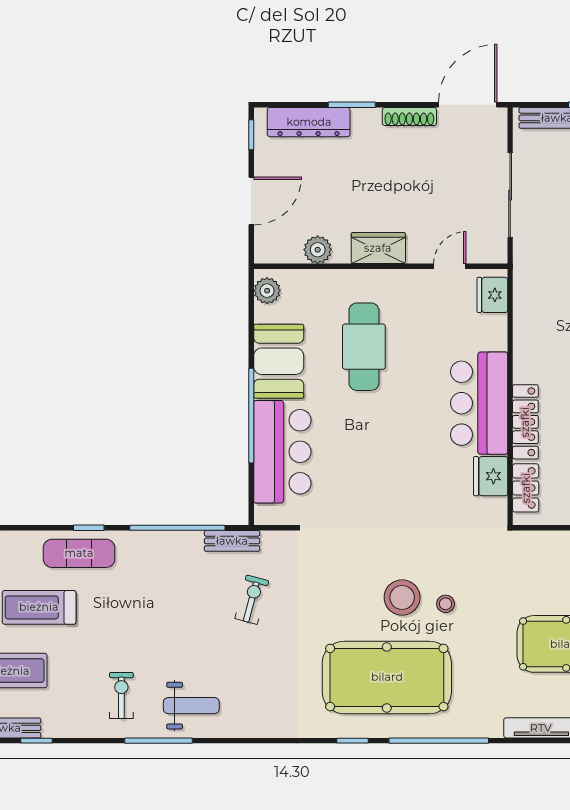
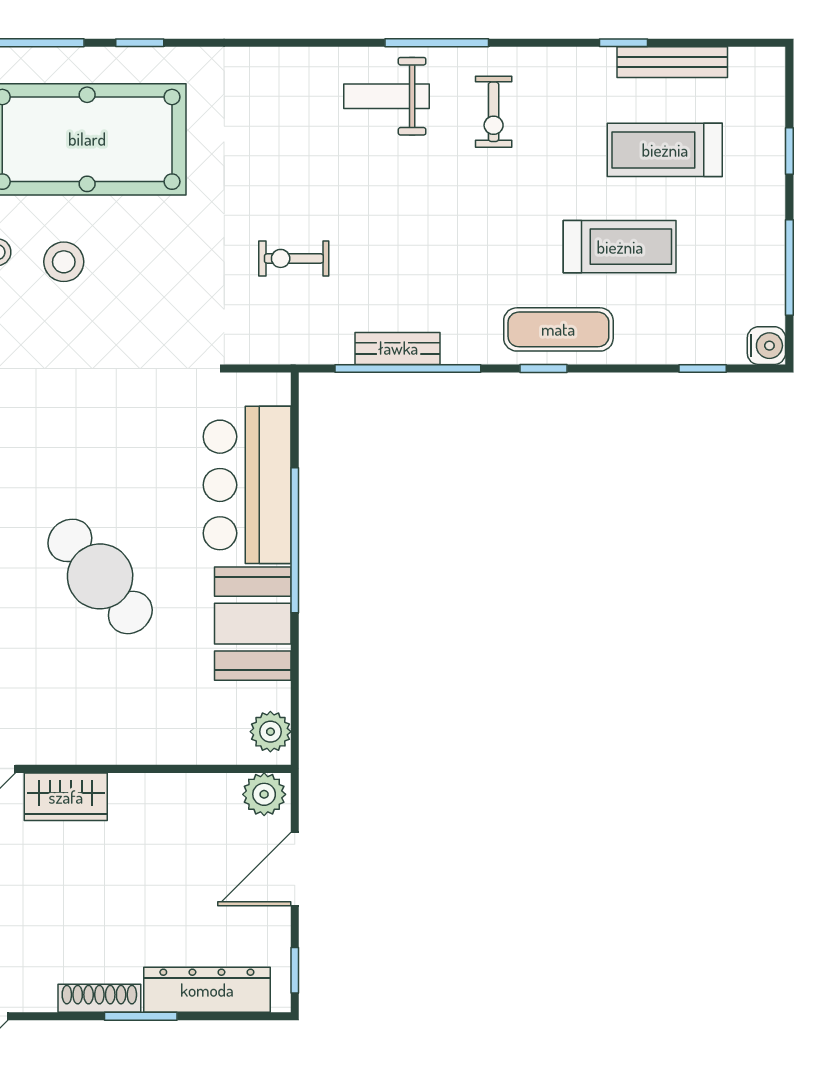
shoe rack: (409, 117) -> (99, 998), moved
wardrobe: (378, 248) -> (66, 797), moved
plant: (318, 250) -> (264, 794), moved
cafe table: (364, 347) -> (100, 576), moved, turned -40
bench: (232, 541) -> (398, 348), moved
stool: (402, 597) -> (64, 262), width x0.73, depth x0.73
exercise bike: (252, 600) -> (294, 258), turned 75

